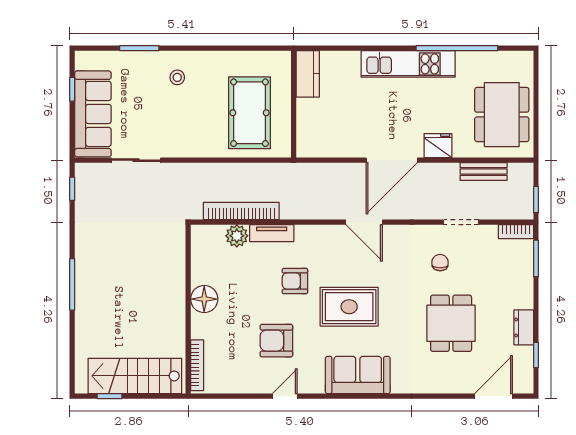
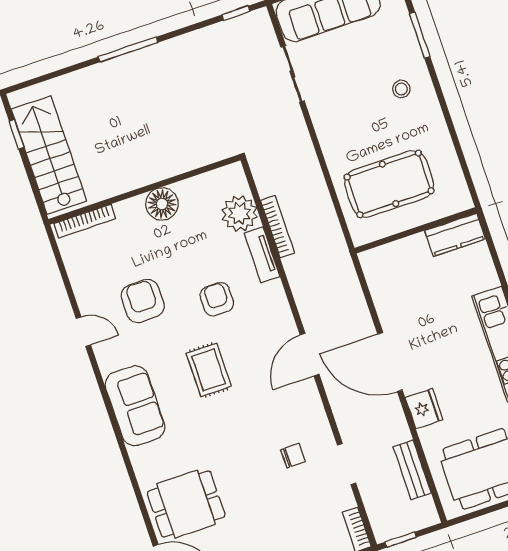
bookcase: (241, 211) -> (278, 227), width x0.68, depth x0.76
plant: (237, 236) -> (239, 213), width x1.36, depth x1.36
rug: (349, 307) -> (209, 370), width x0.73, depth x0.70
dining table: (451, 323) -> (186, 504), moved

